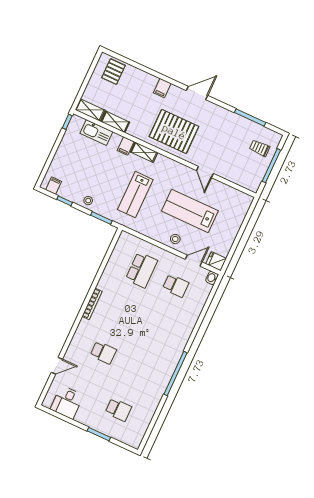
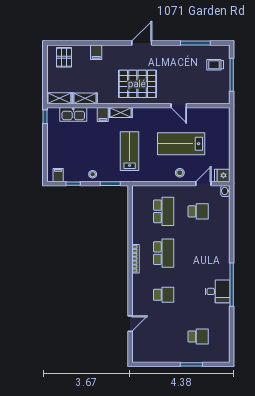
filing cabinet: (162, 88) -> (96, 52), moved
lab bench: (135, 195) -> (130, 151), turned 180
school desk: (122, 311) -> (164, 253), added
desk: (67, 402) -> (217, 291), moved, turned -90

